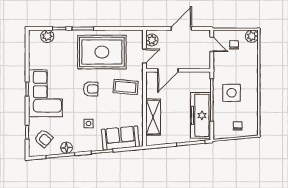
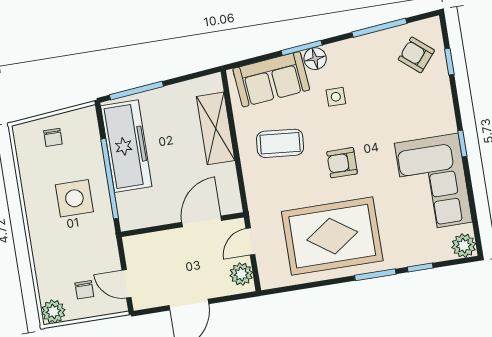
plant: (47, 36) -> (464, 246), moved
coffee table: (126, 87) -> (280, 143), moved
corner sofa: (45, 93) -> (433, 183), moved
floor lamp: (66, 148) -> (315, 59), moved

